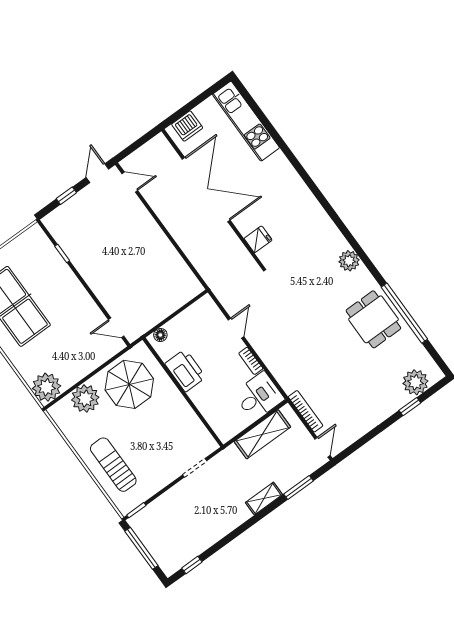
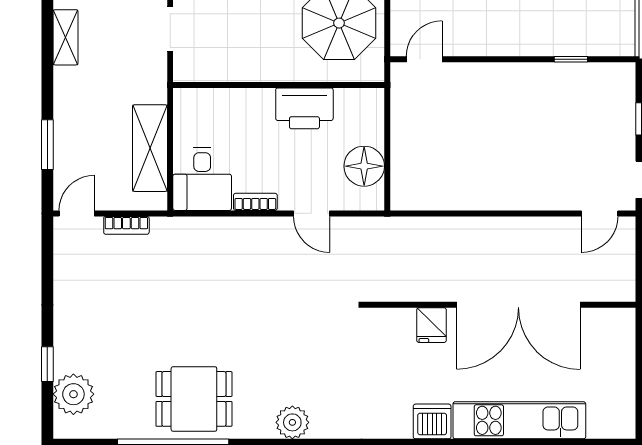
kitchen unit: (246, 121) -> (519, 420), moved
dishwasher: (187, 126) -> (432, 421), moved, turned 90
fridge: (258, 239) -> (431, 325), moved
floor lamp: (160, 335) -> (364, 166), moved, width x1.89, depth x1.89
bookcase: (306, 411) -> (126, 225), width x0.64
door: (323, 447) -> (77, 213), swing flipped
shelving: (264, 499) -> (66, 37), moved

